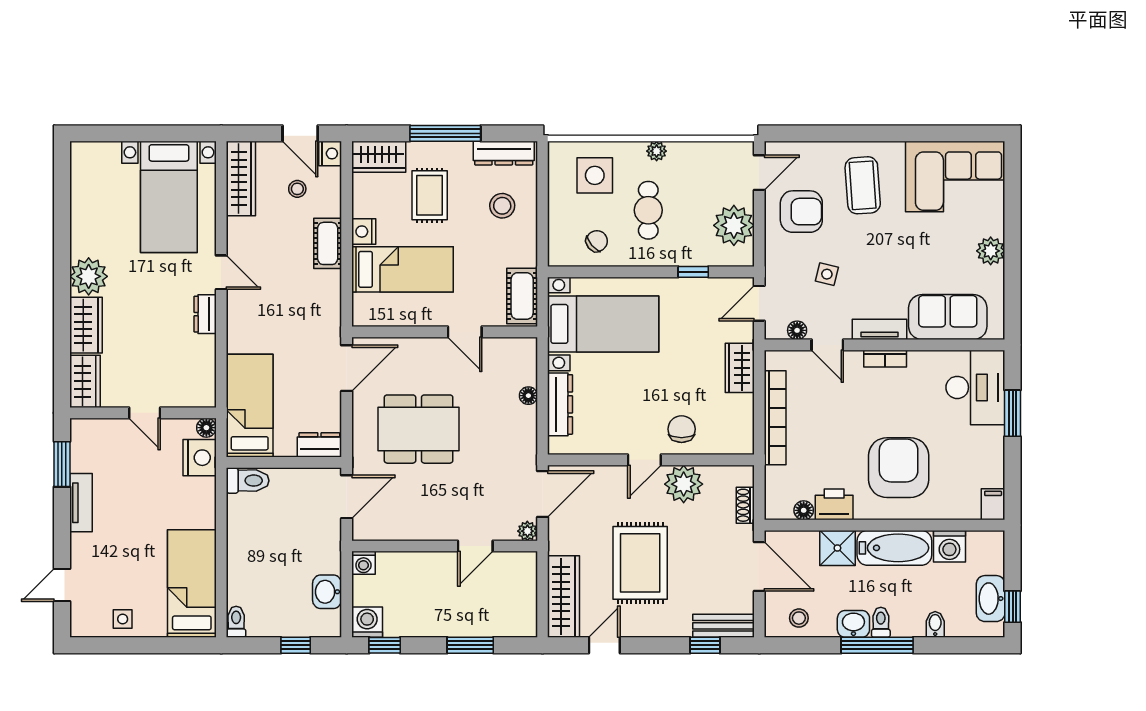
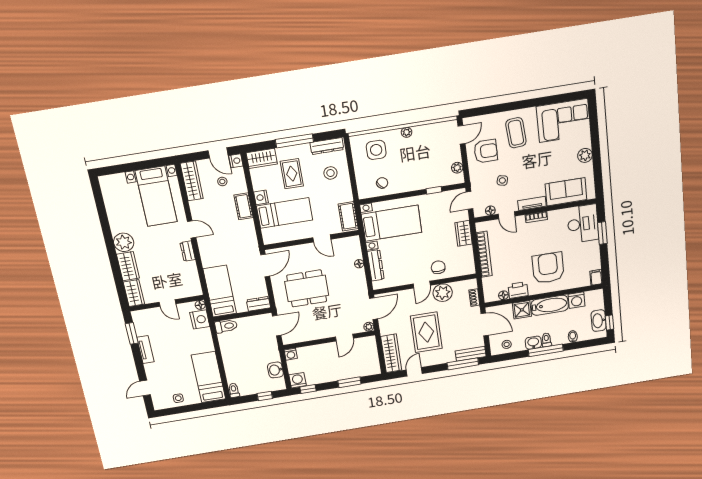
cafe table: (648, 210) -> (407, 163), removed
plant: (734, 225) -> (457, 168), width x0.53, depth x0.53
window: (705, 645) -> (463, 364), width x2.17

